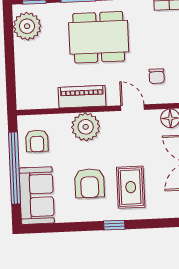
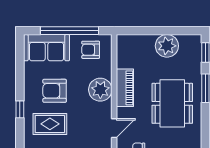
plant: (27, 26) -> (167, 46), moved

